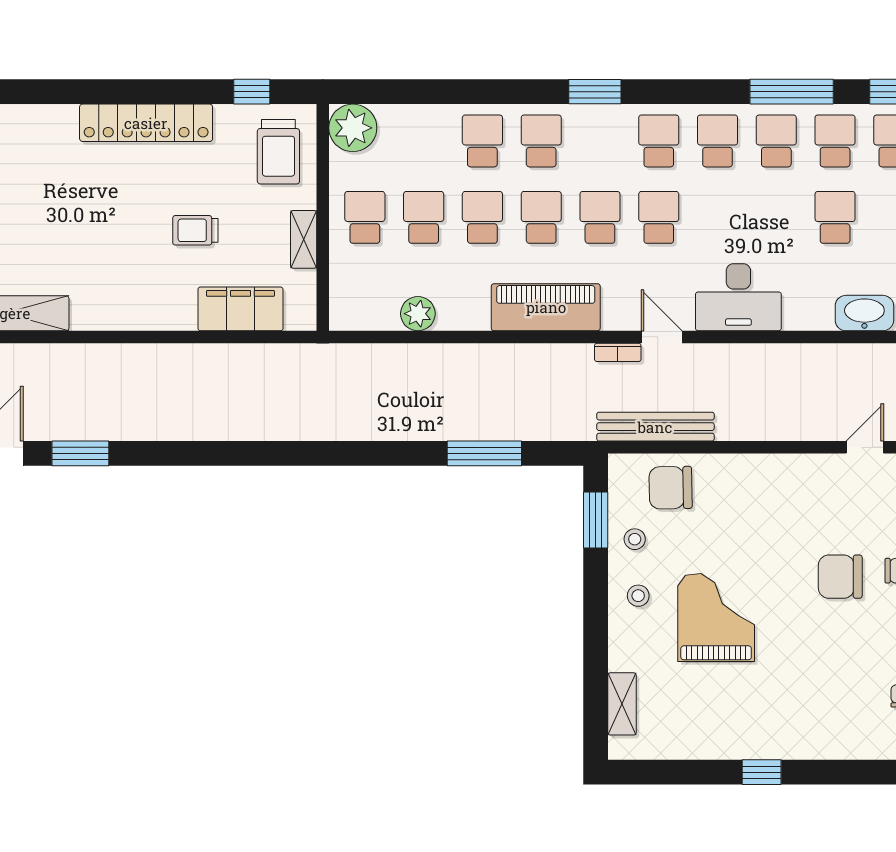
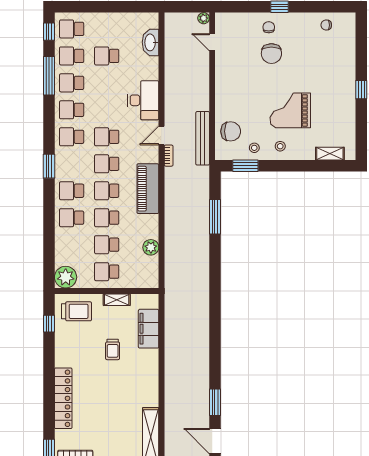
locker: (146, 123) -> (63, 398), moved
chair: (671, 488) -> (231, 131), turned -89

